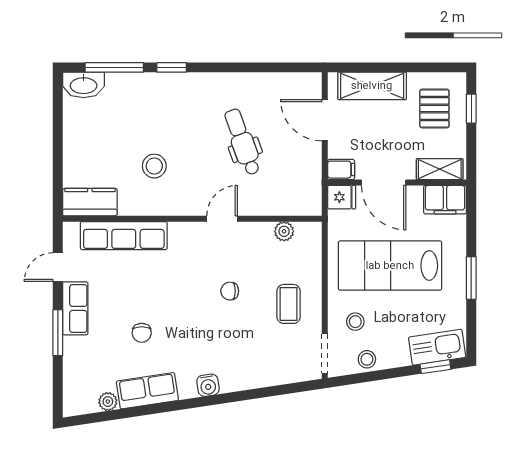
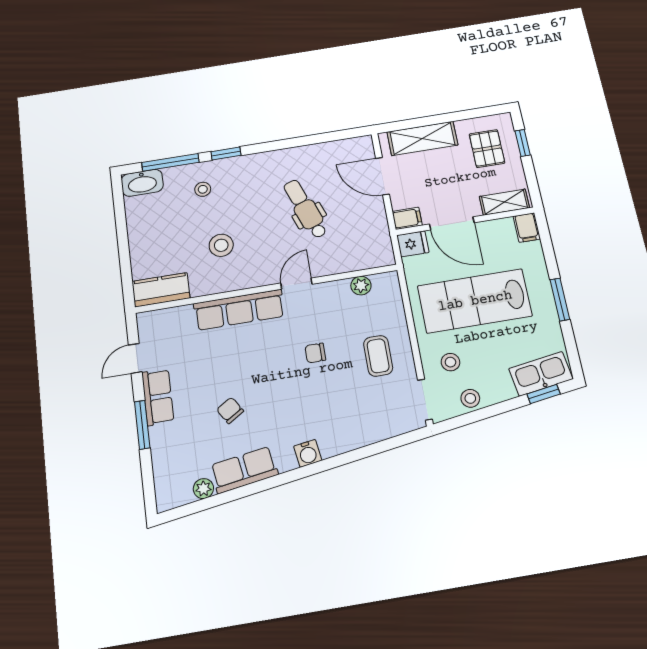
stool: (143, 103) -> (203, 189), added
filing cabinet: (445, 200) -> (527, 228), width x0.50
row of seats: (124, 236) -> (239, 310), moved
chair: (142, 333) -> (230, 410), turned 148

